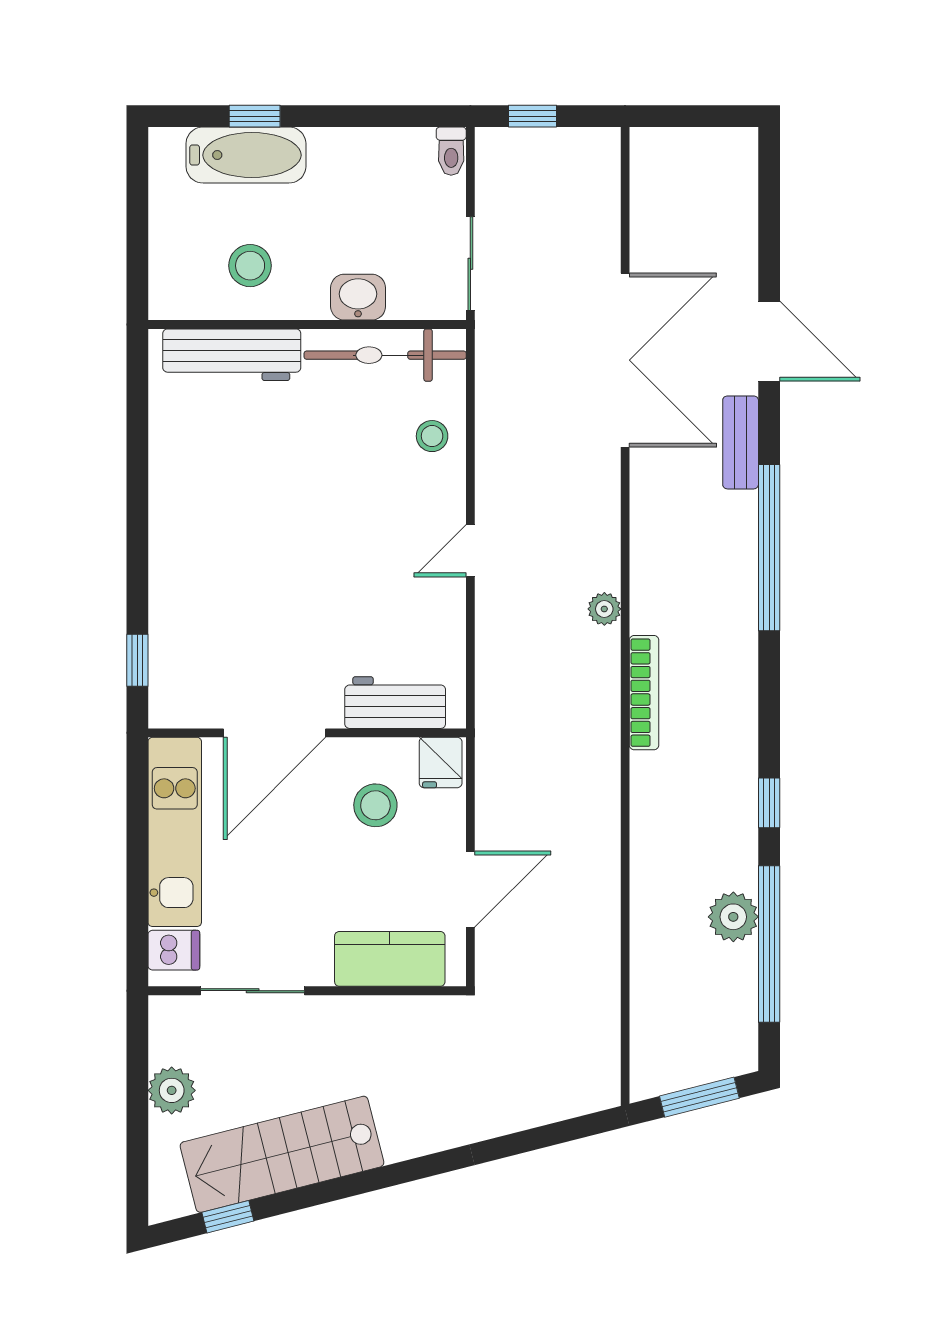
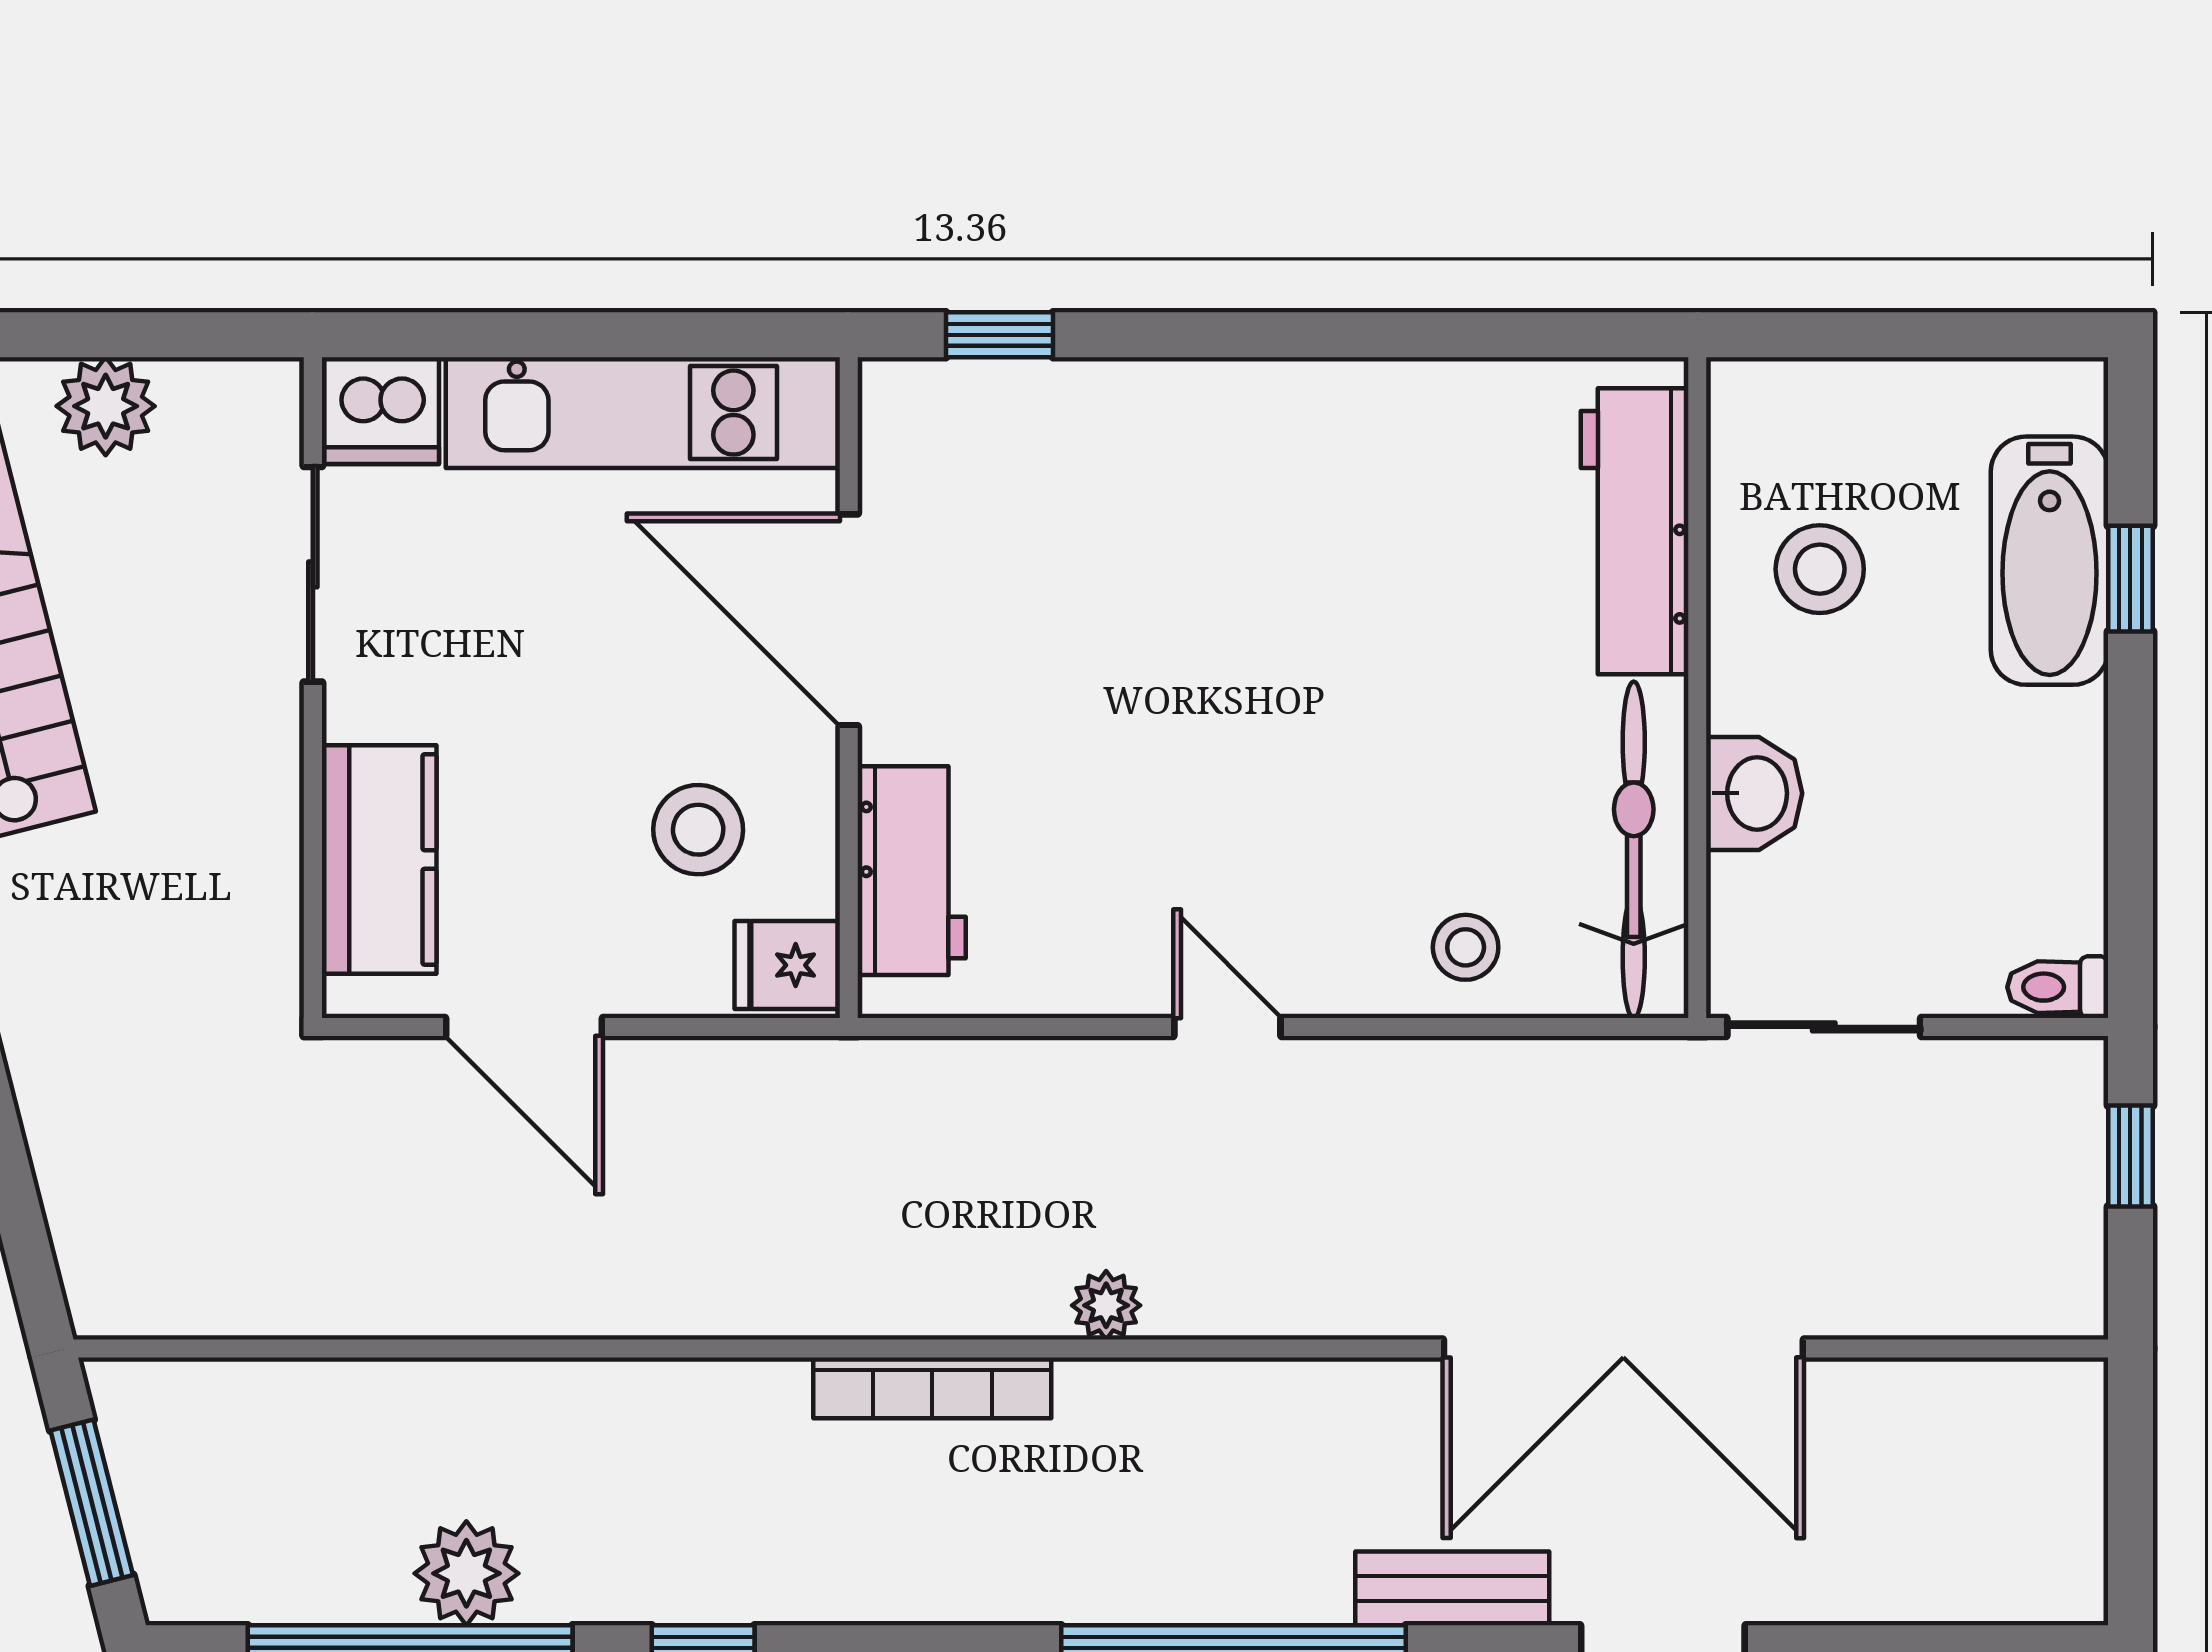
dishwasher: (174, 950) -> (381, 411), width x1.38

